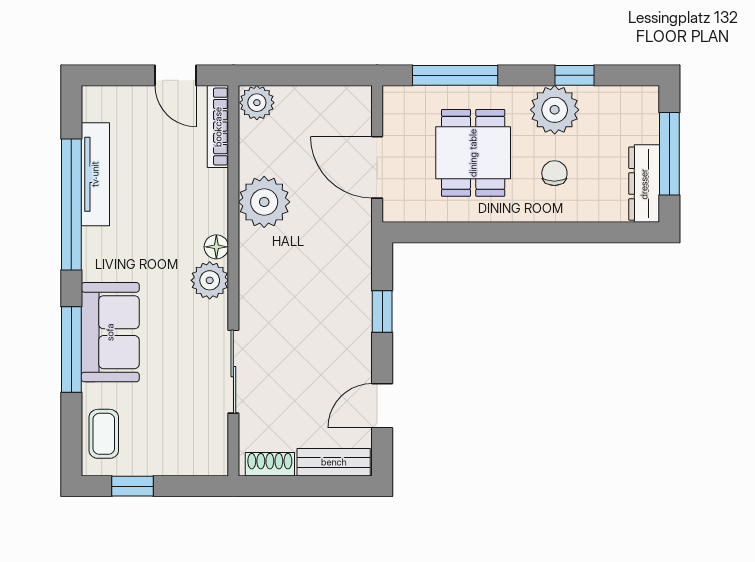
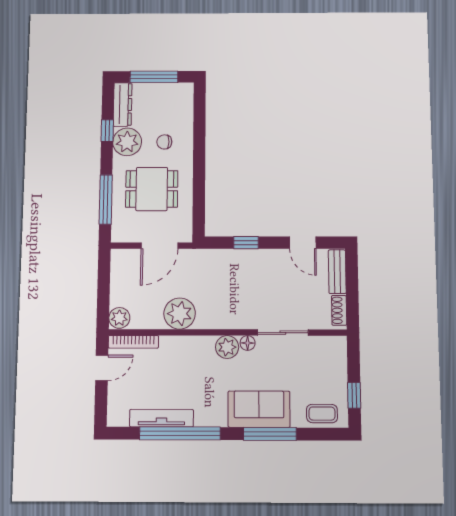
dresser: (644, 184) -> (123, 104), moved, turned -90
floor lamp: (216, 247) -> (248, 343), moved

